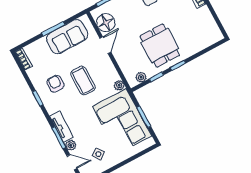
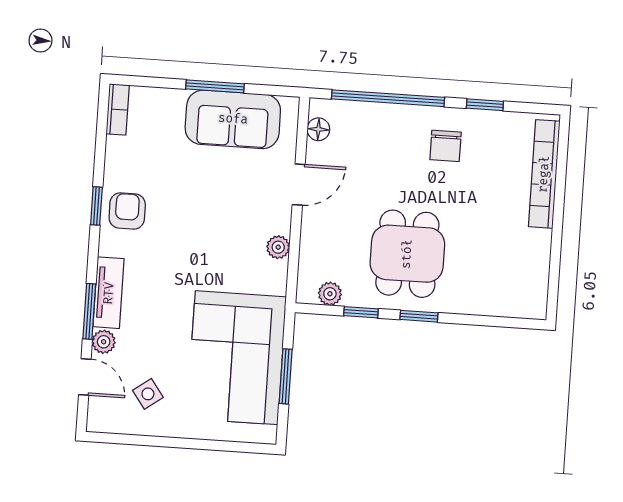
floor lamp: (106, 23) -> (318, 129), width x0.53, depth x0.53
coffee table: (83, 81) -> (209, 227), removed
armchair: (55, 84) -> (127, 211), moved
plant: (119, 85) -> (278, 247), moved

